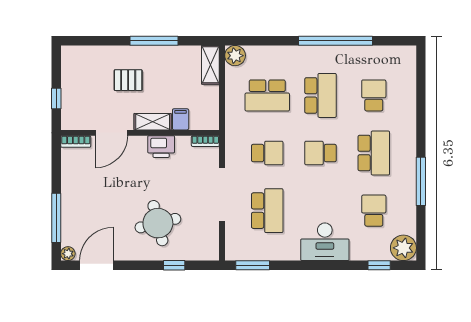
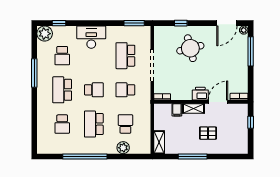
plant: (235, 56) -> (123, 148), moved
school desk: (267, 95) -> (125, 124), width x0.54
printer: (161, 147) -> (200, 94), moved

